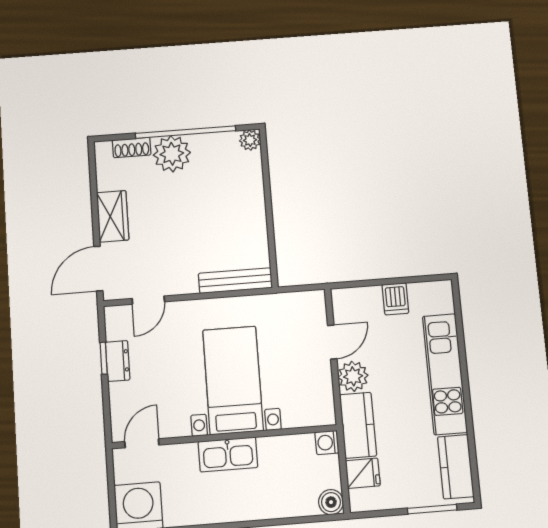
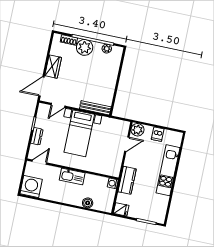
plant: (250, 140) -> (107, 49), moved
dresser: (118, 361) -> (37, 136), moved
plant: (353, 376) -> (137, 130), moved
bed with nightstands: (233, 380) -> (79, 133), moved, turned 180
kitchen counter: (456, 467) -> (161, 208), removed
fridge: (363, 473) -> (121, 209), moved
boiler: (331, 502) -> (88, 203), moved

